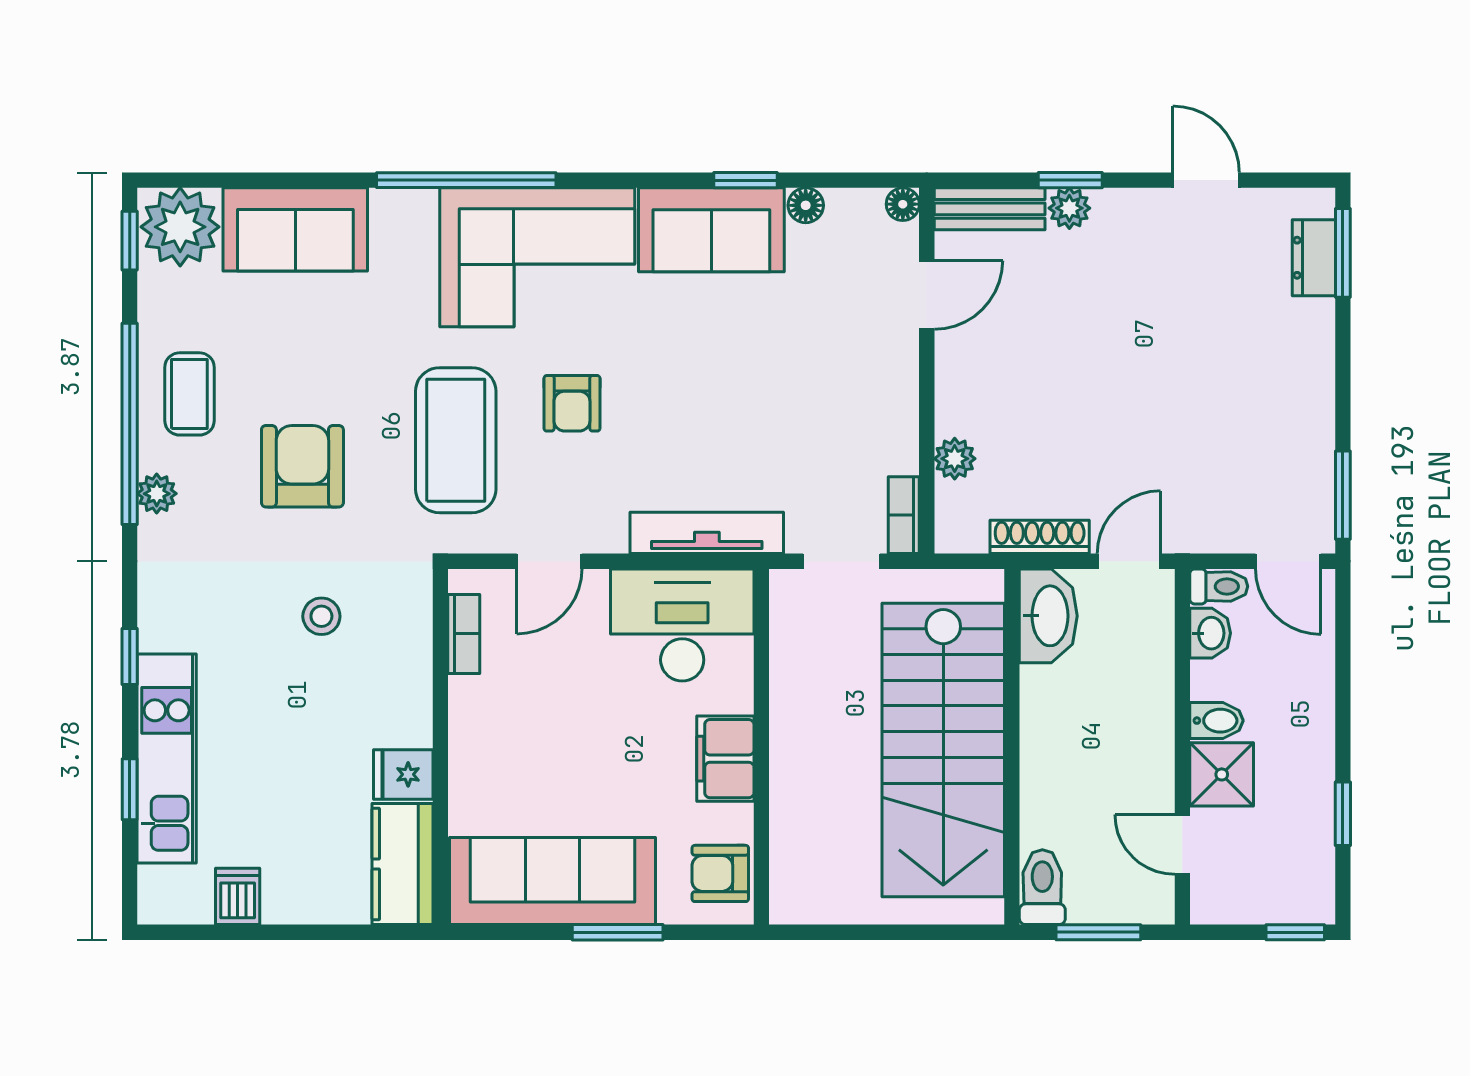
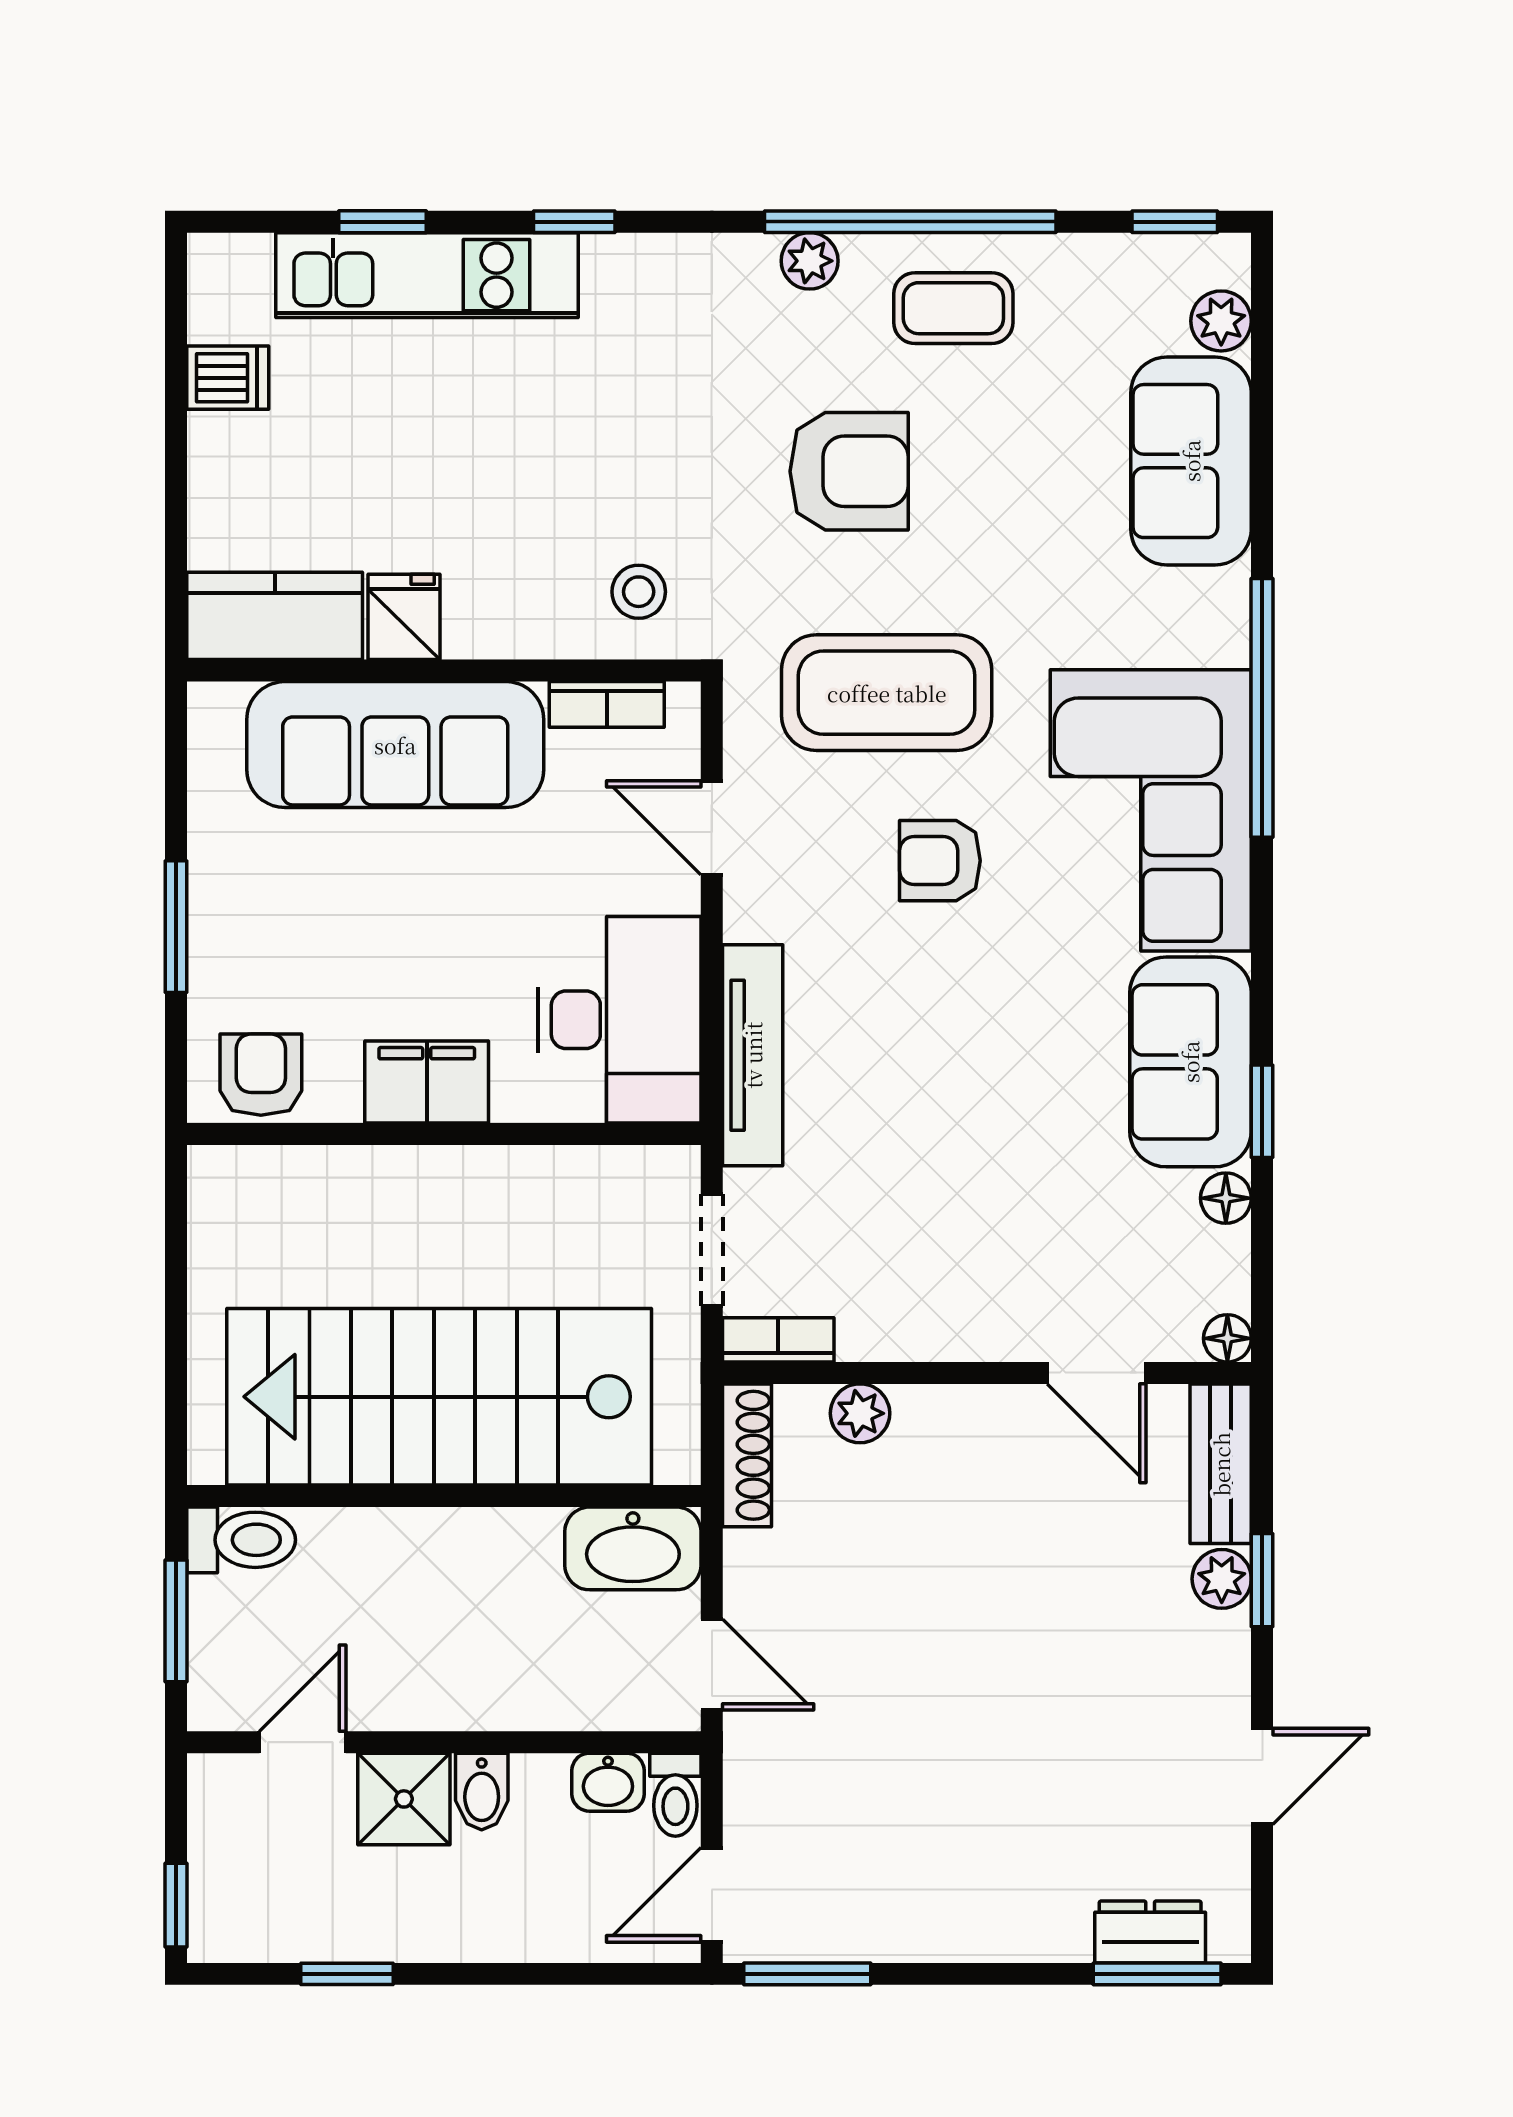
plant: (180, 227) -> (1221, 321), width x0.53, depth x0.53
shoe rack: (1040, 537) -> (747, 1455), moved
stool: (321, 616) -> (639, 592), moved
sofa: (552, 881) -> (395, 745), moved, turned 90

